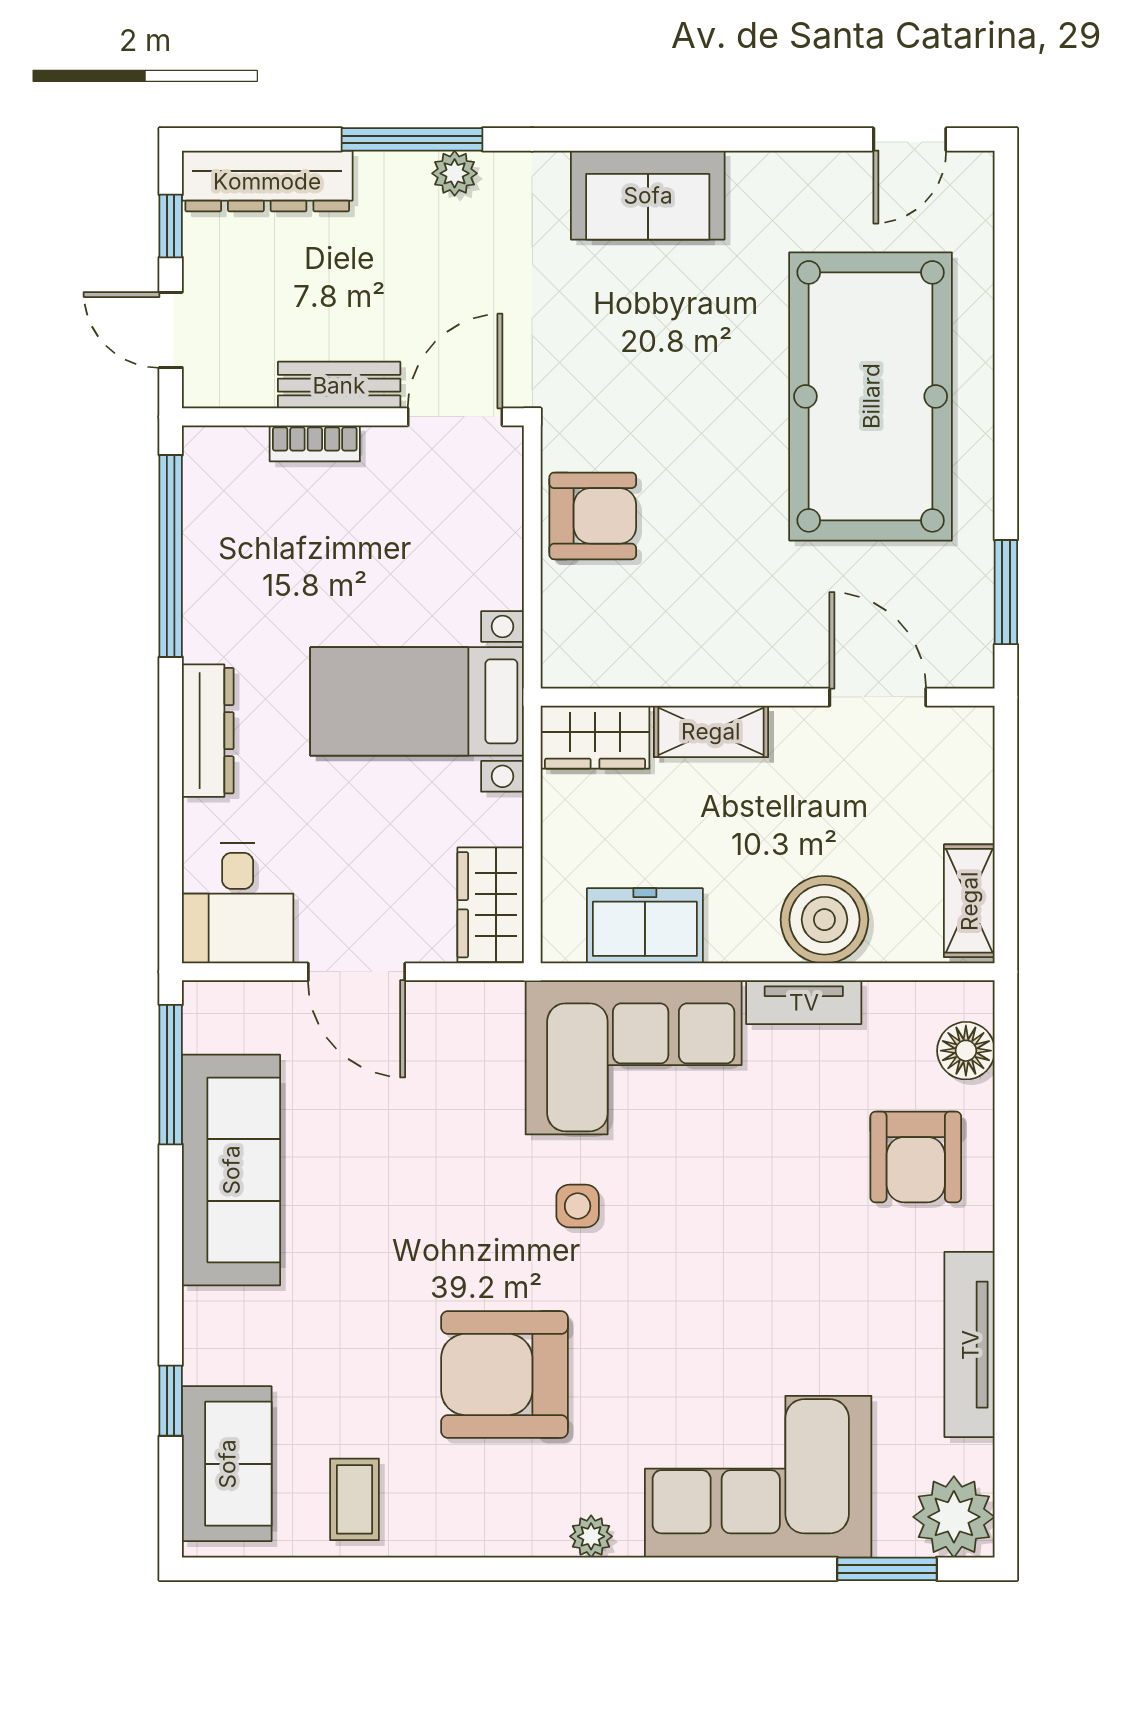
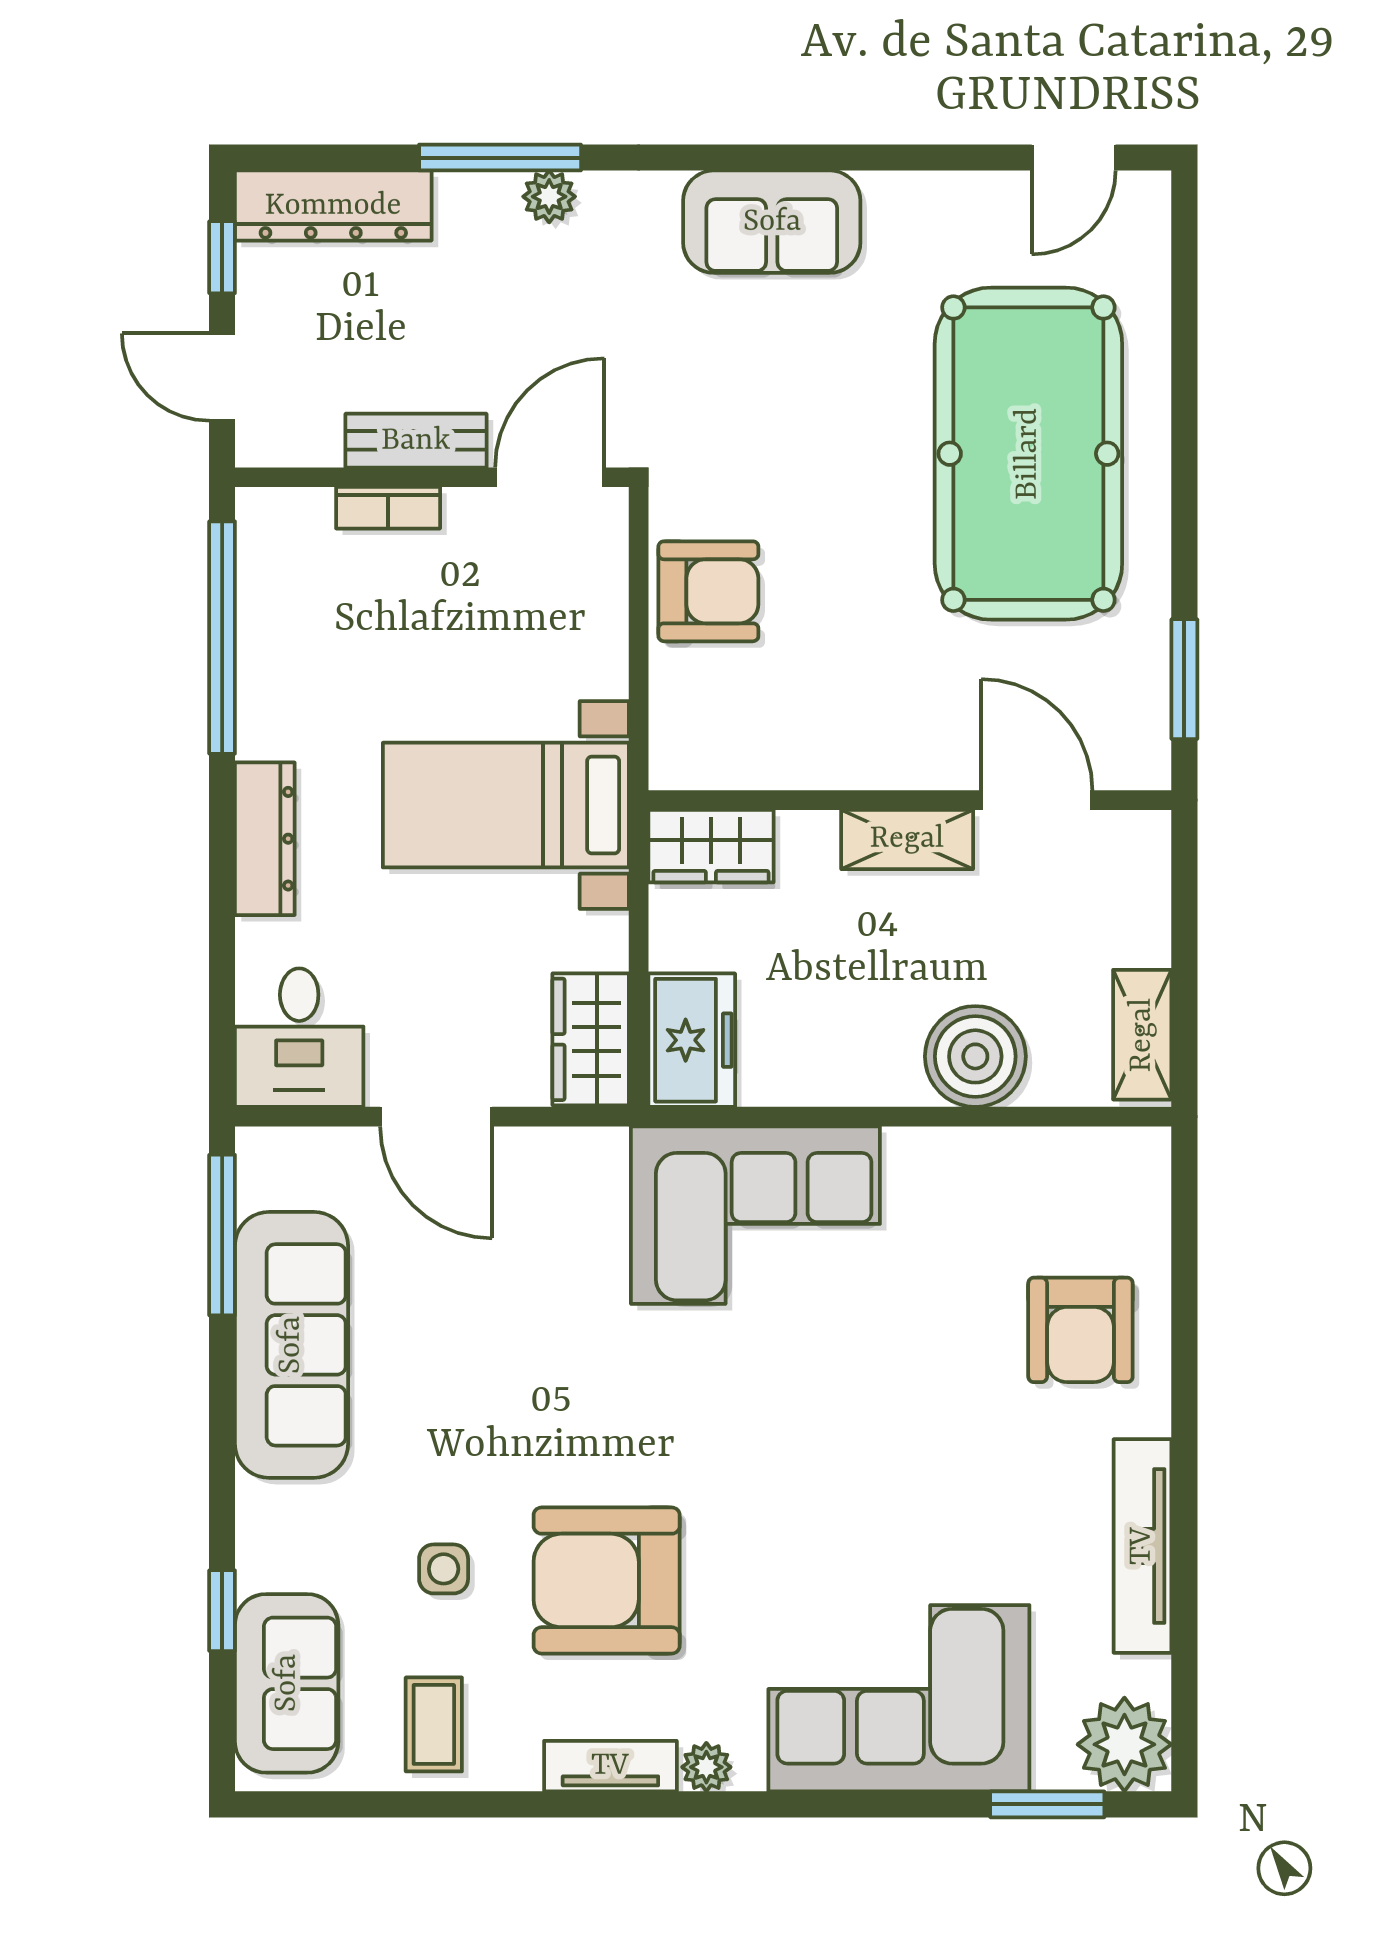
shelving: (711, 731) -> (907, 839), moved
freezer: (645, 926) -> (692, 1040), moved, turned 90
tv unit: (804, 1002) -> (610, 1766), moved, turned 180
floor lamp: (966, 1051) -> (1138, 1207), removed
side table: (578, 1206) -> (444, 1569), moved

